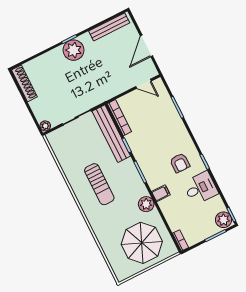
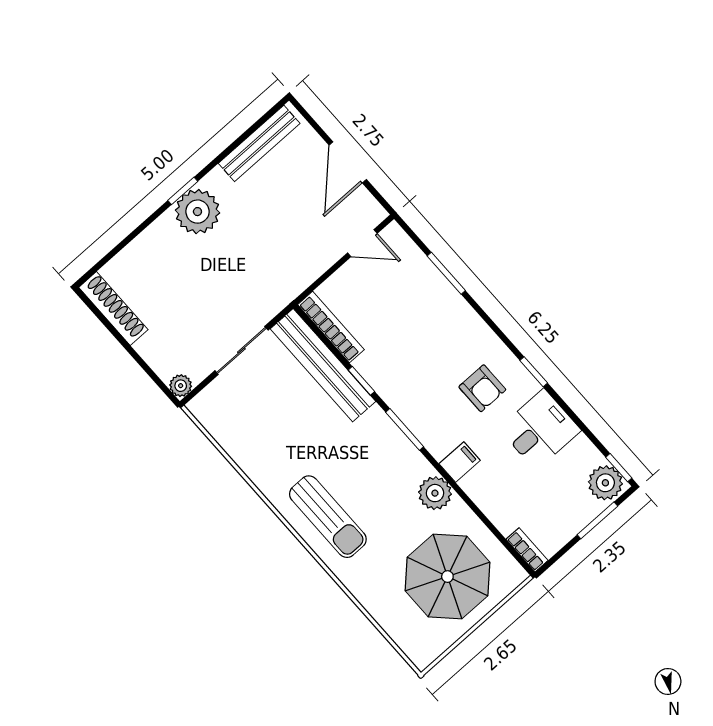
sun lounger: (99, 184) -> (328, 517), moved

